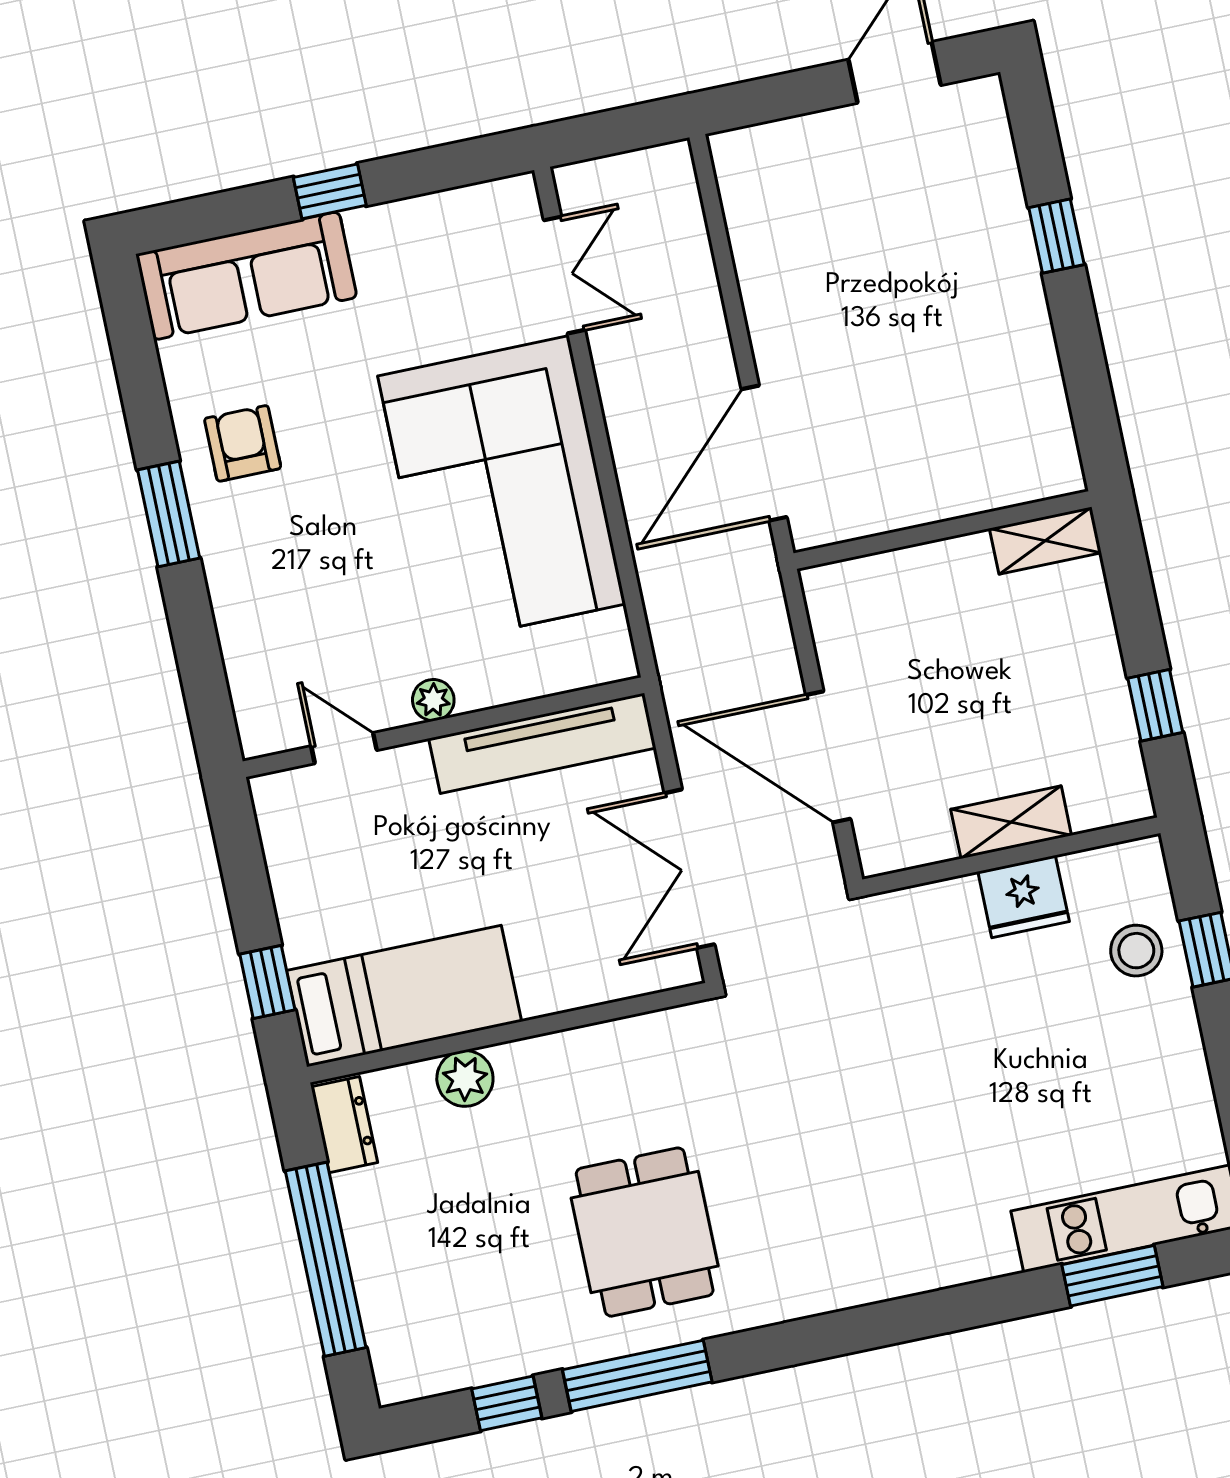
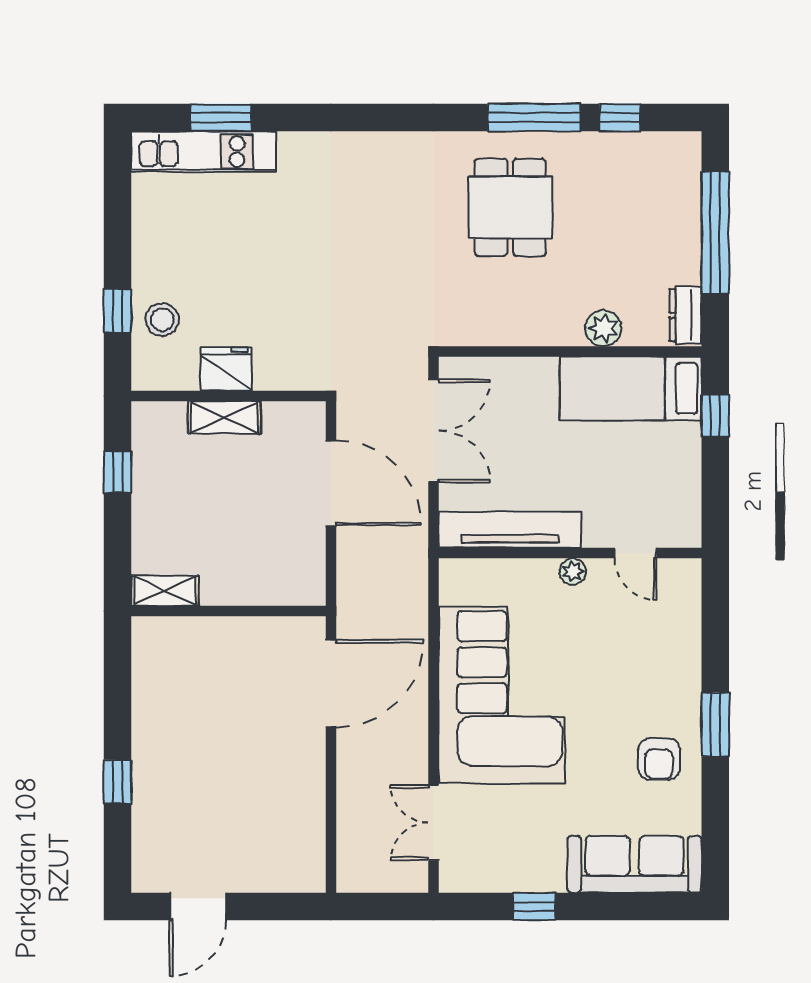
window: (330, 191) -> (534, 907), moved

